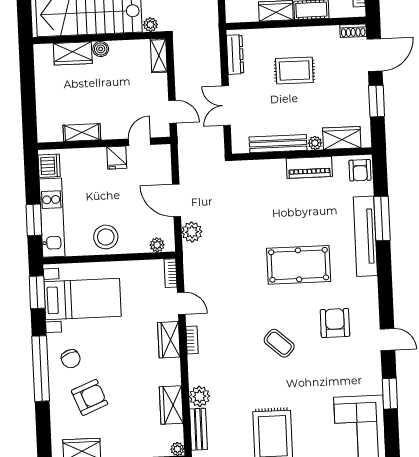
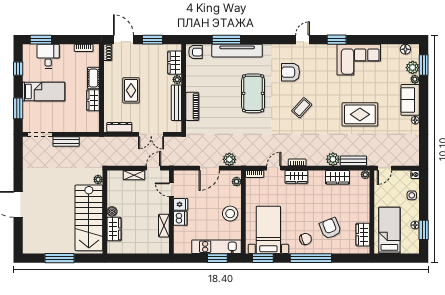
shelving: (159, 56) -> (134, 175), moved
dishwasher: (49, 166) -> (180, 218), moved, turned 90
piano: (309, 167) -> (192, 106), moved

